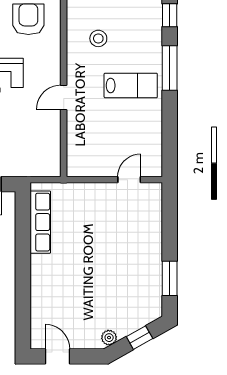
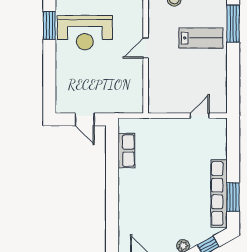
row of seats: (40, 222) -> (126, 151), width x0.68
row of seats: (153, 274) -> (219, 194), added

